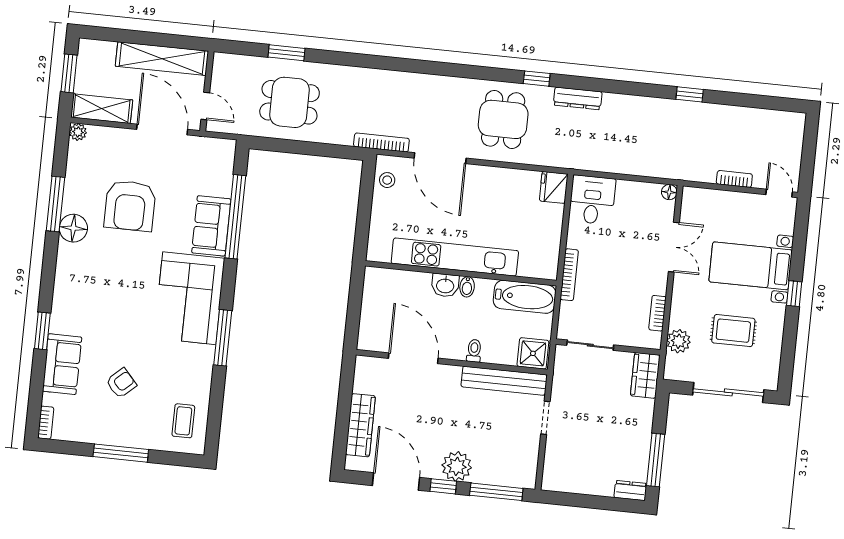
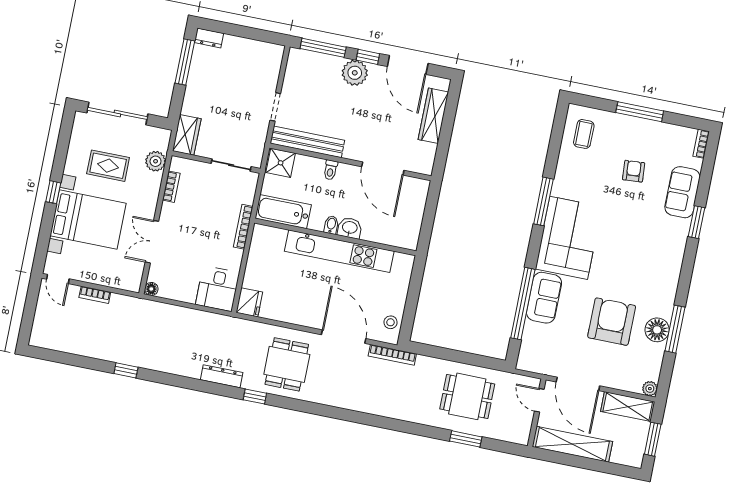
floor lamp: (73, 228) -> (657, 330), moved
bed with nightstands: (751, 266) -> (88, 219), width x1.36
armchair: (121, 383) -> (634, 171), turned 128

